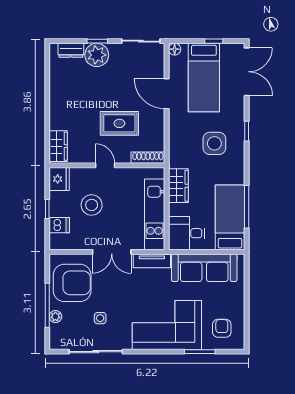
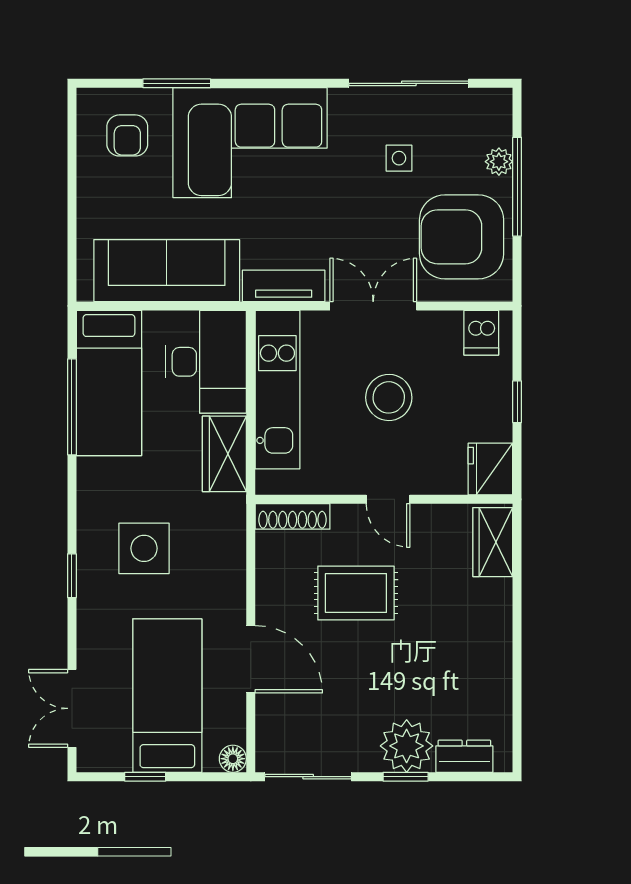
double door: (247, 72) -> (72, 708), width x0.73
stool: (92, 205) -> (389, 397), moved
dishwasher: (59, 225) -> (481, 333), moved, turned -90
desk: (187, 233) -> (206, 362), width x1.37

